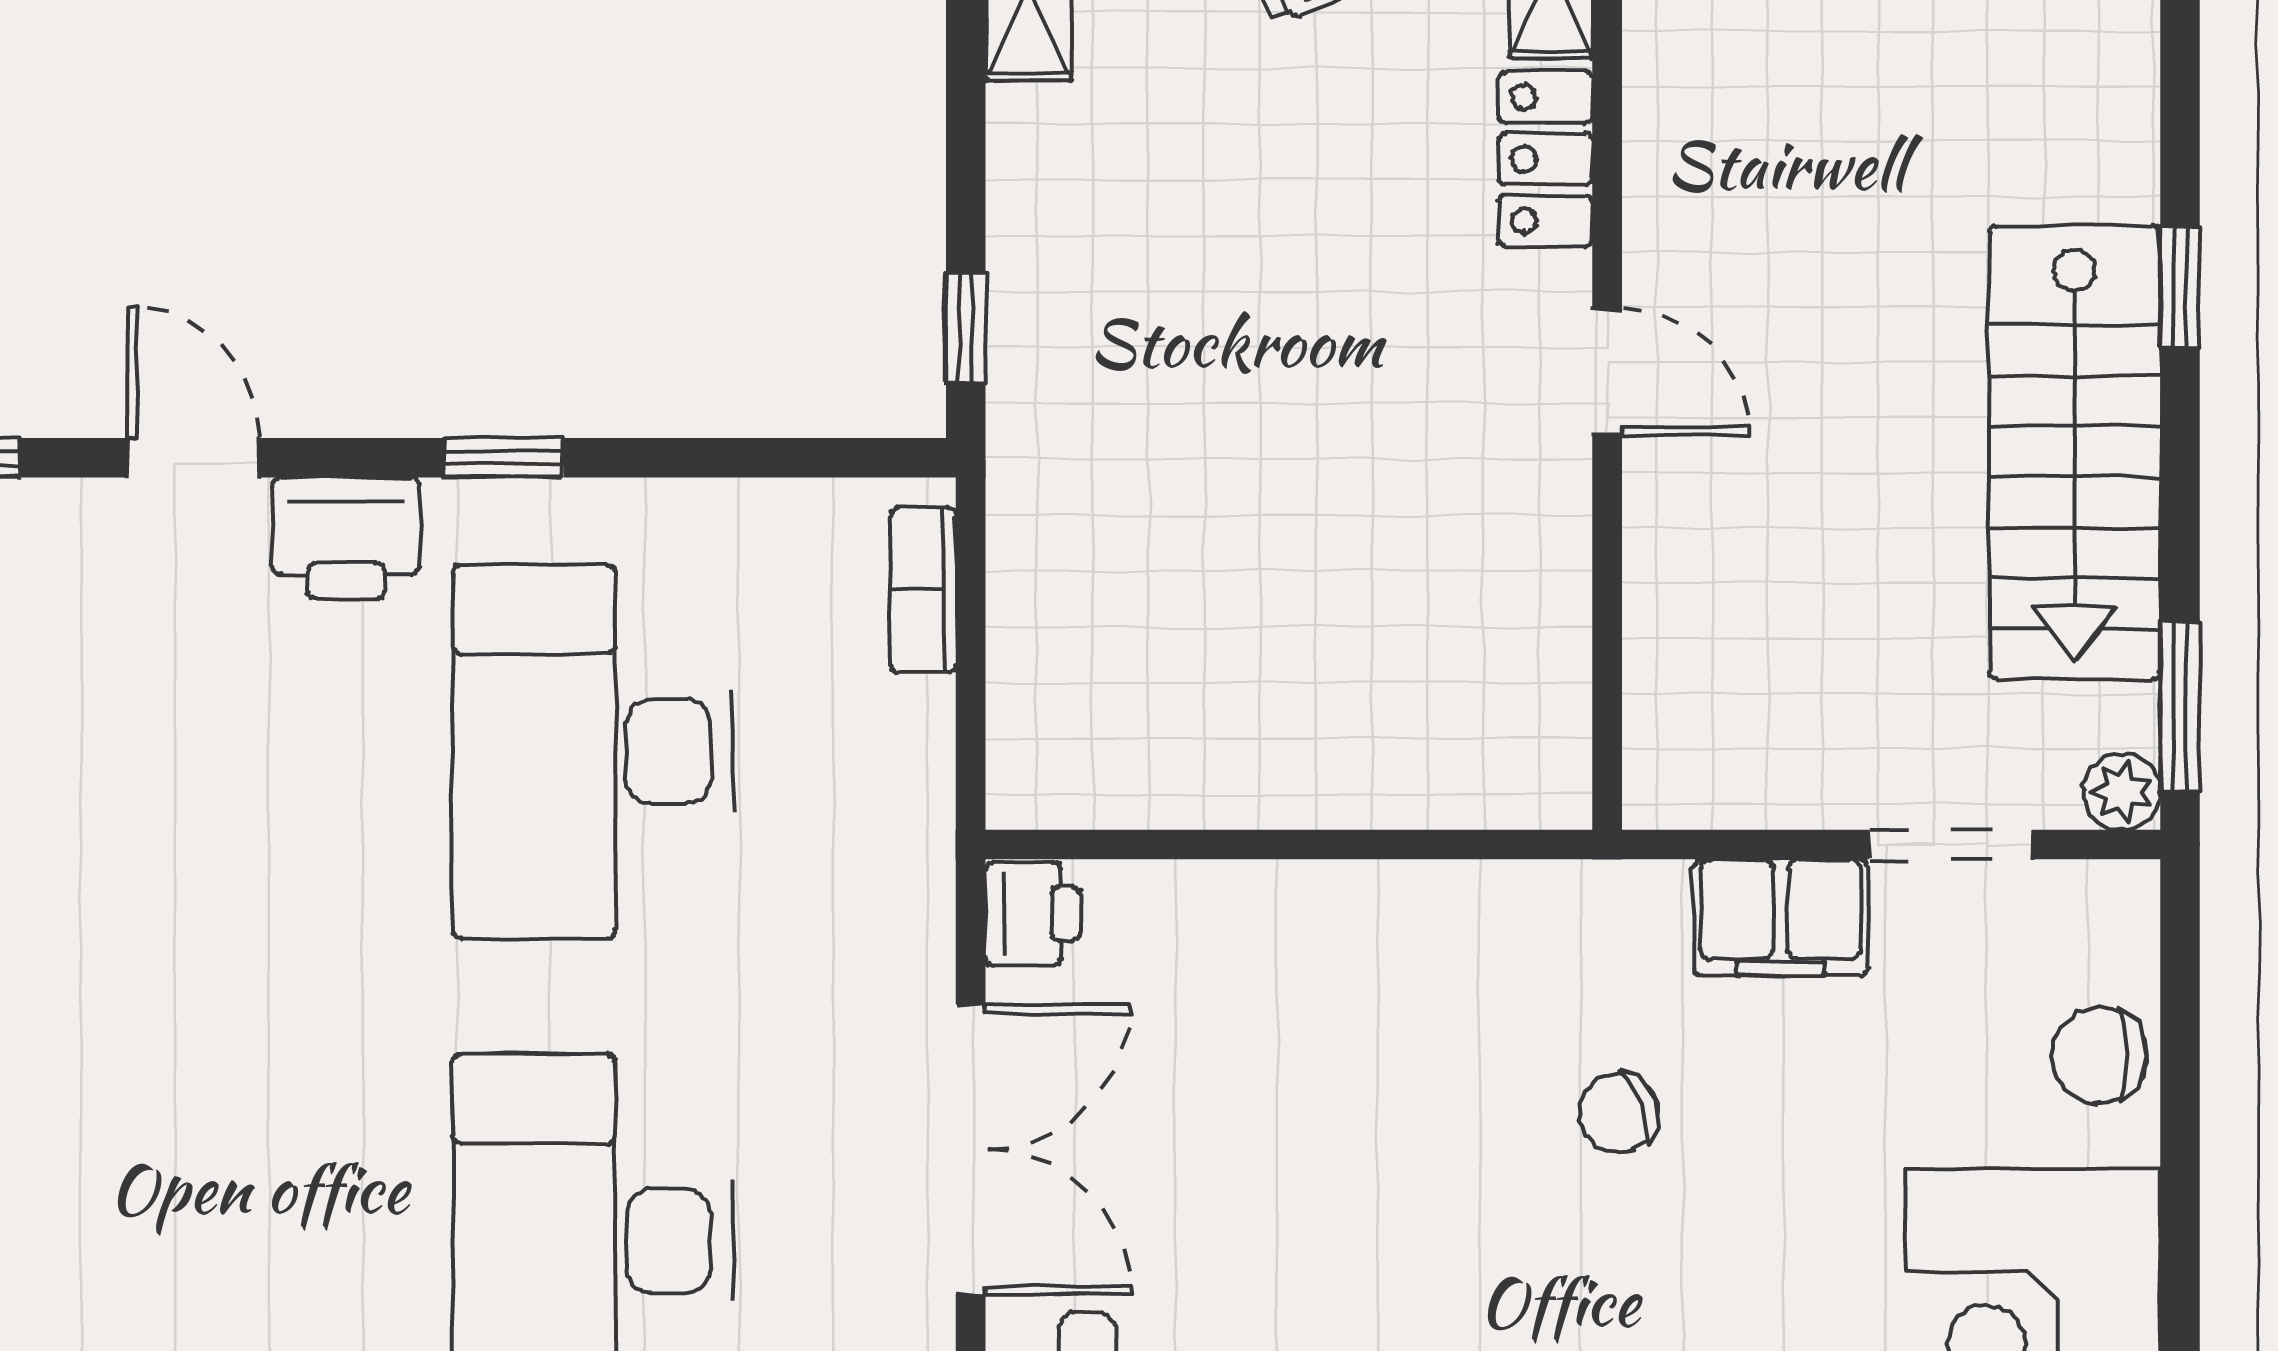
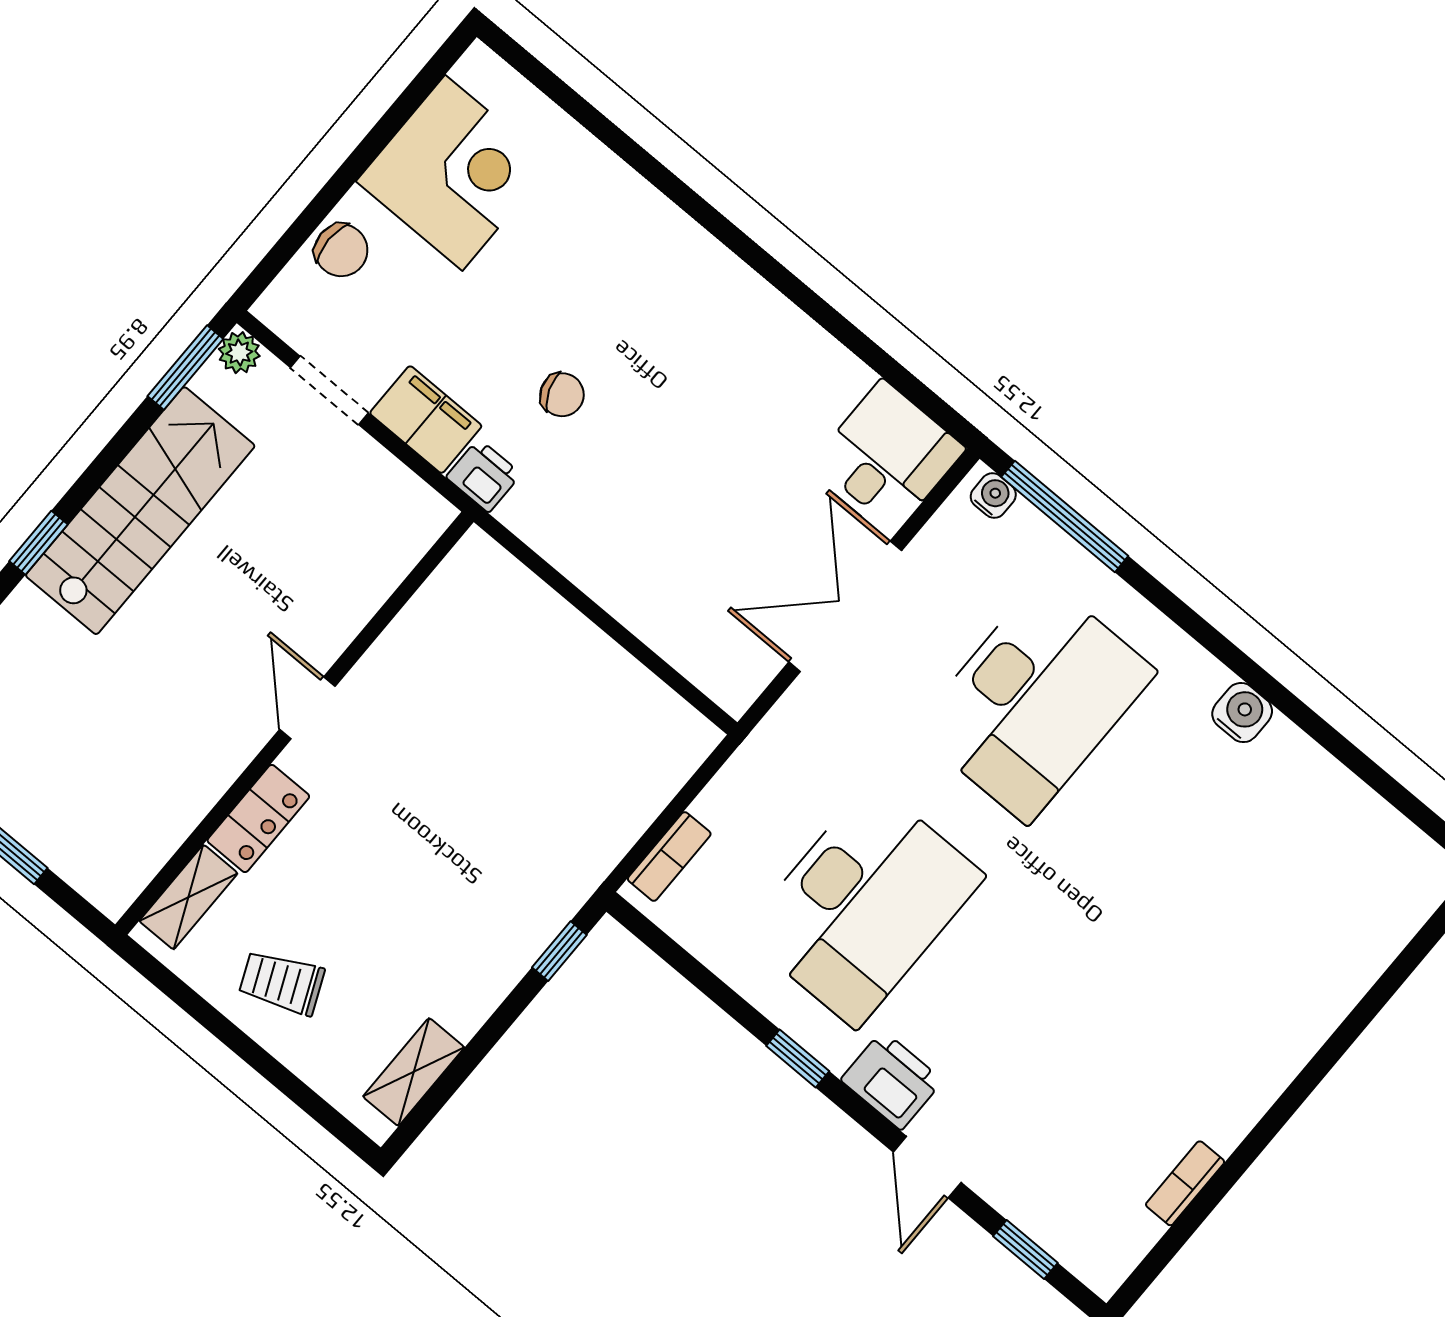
printer: (1033, 914) -> (483, 476), moved, turned 90

